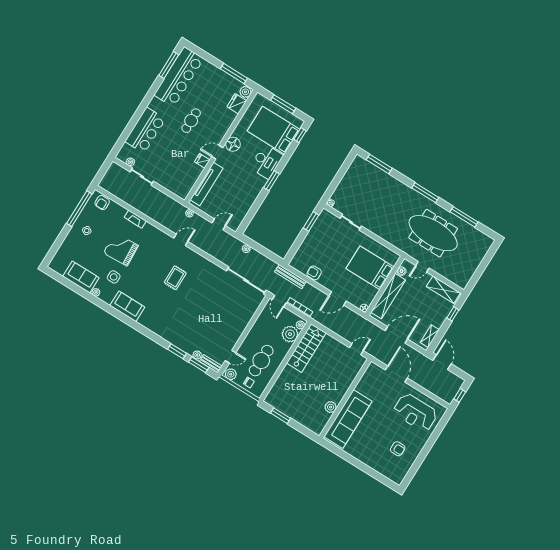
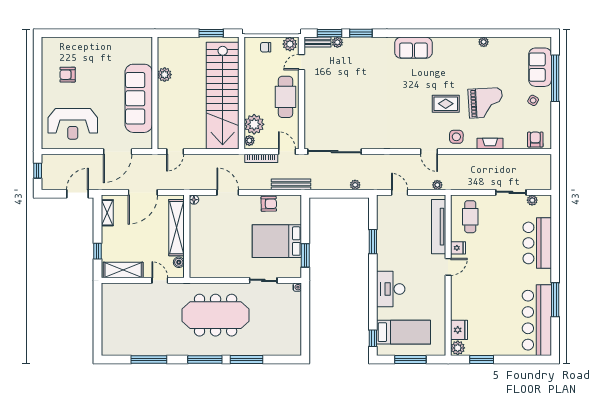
window: (169, 65) -> (555, 300), moved
window: (234, 74) -> (482, 359), width x0.69
cafe table: (191, 121) -> (470, 217), moved
bed: (274, 130) -> (404, 332), width x0.67
floor lamp: (233, 144) -> (437, 285), removed
window: (379, 164) -> (246, 359), moved
window: (272, 181) -> (373, 242), moved
window: (79, 209) -> (555, 78), moved
door: (219, 224) -> (400, 192), swing flipped
meeting table: (433, 233) -> (216, 315), moved
door: (181, 240) -> (429, 152), hinge flipped
door: (422, 267) -> (160, 280), hinge flipped
bed: (370, 268) -> (277, 241), moved, turned 180
sofa: (81, 277) -> (540, 67), moved, turned 90
side table: (114, 277) -> (456, 137), moved
rug: (175, 278) -> (446, 104), moved, turned 90
door: (338, 298) -> (228, 192), hinge flipped
sofa: (127, 306) -> (413, 48), moved
stairs: (306, 348) -> (223, 96), width x1.86, depth x1.51
cafe table: (261, 361) -> (286, 97), moved
door: (442, 362) -> (77, 194), swing flipped
door: (396, 374) -> (118, 152), hinge flipped
reception desk: (415, 412) -> (73, 124), turned 180
sofa: (348, 419) -> (139, 98), moved

